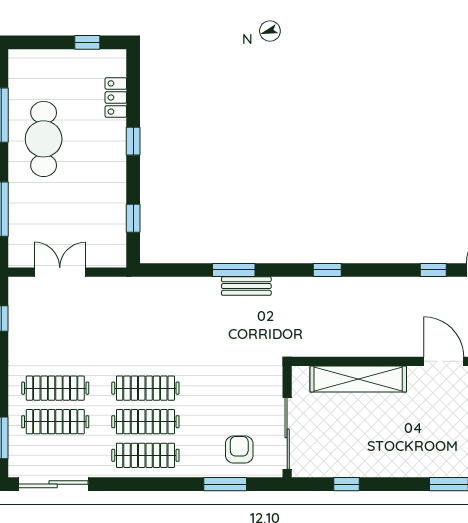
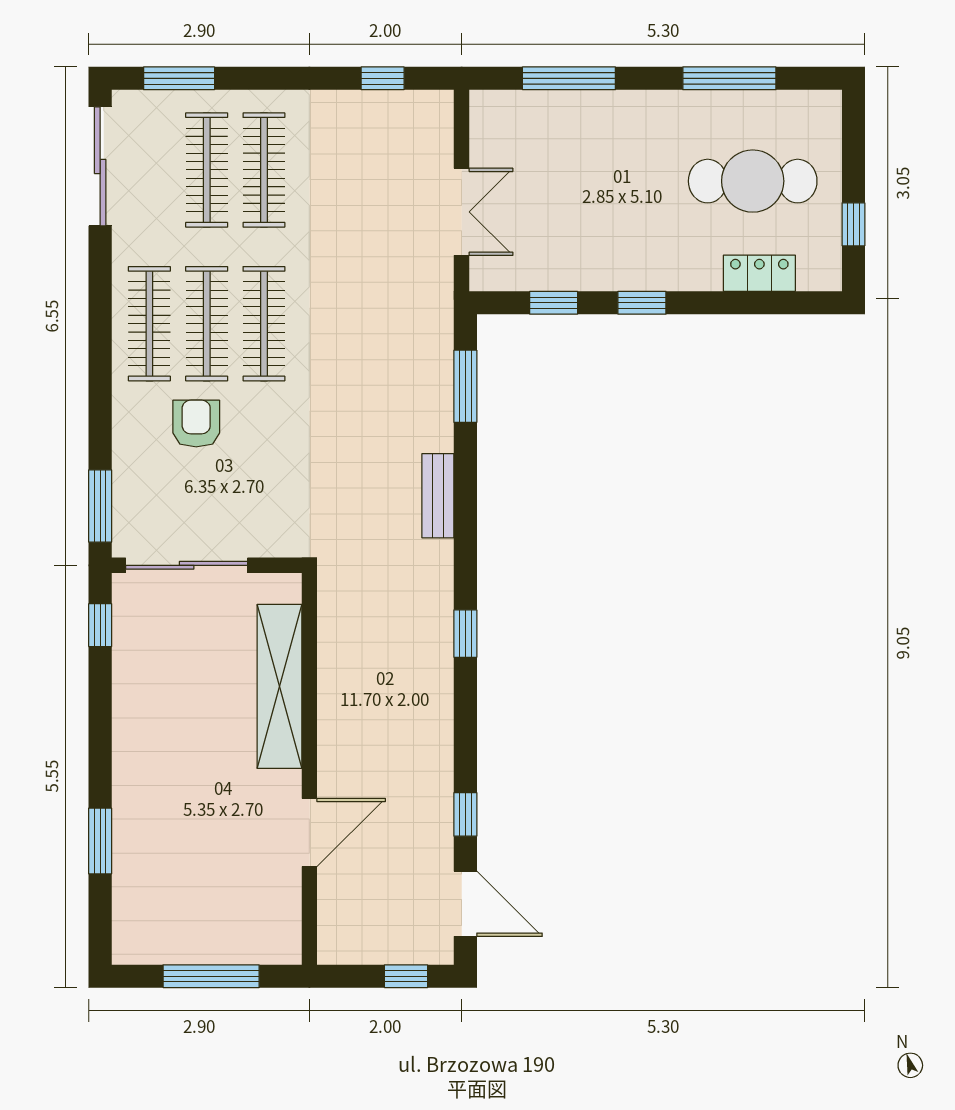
cafe table: (44, 139) -> (753, 181), moved
window: (133, 141) -> (642, 303), moved
window: (234, 270) -> (465, 386), moved
double door: (60, 272) -> (462, 212), moved
armchair: (239, 450) -> (196, 424), moved, turned -90
window: (225, 484) -> (100, 506), moved
window: (347, 484) -> (100, 625), moved

